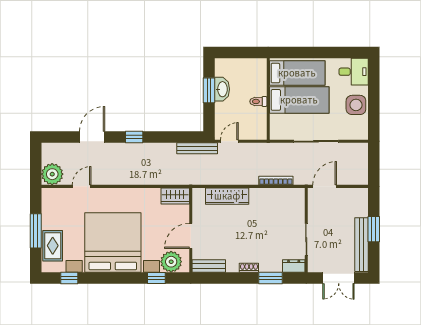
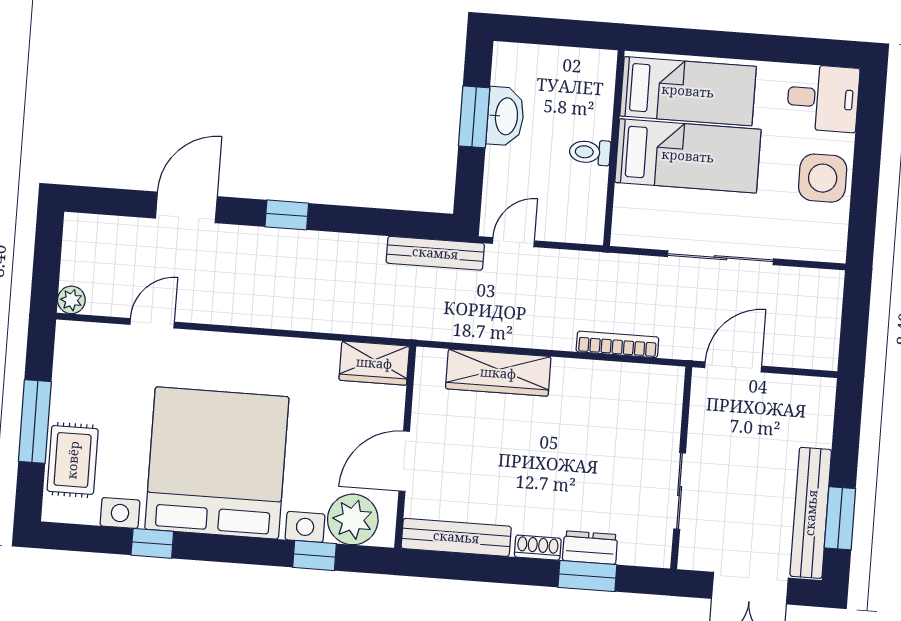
plant: (52, 174) -> (71, 300), width x0.53, depth x0.53
window: (374, 229) -> (840, 518), moved
bench: (209, 266) -> (456, 537), width x1.36
dresser: (294, 266) -> (590, 548), moved
window: (69, 278) -> (152, 543), moved

